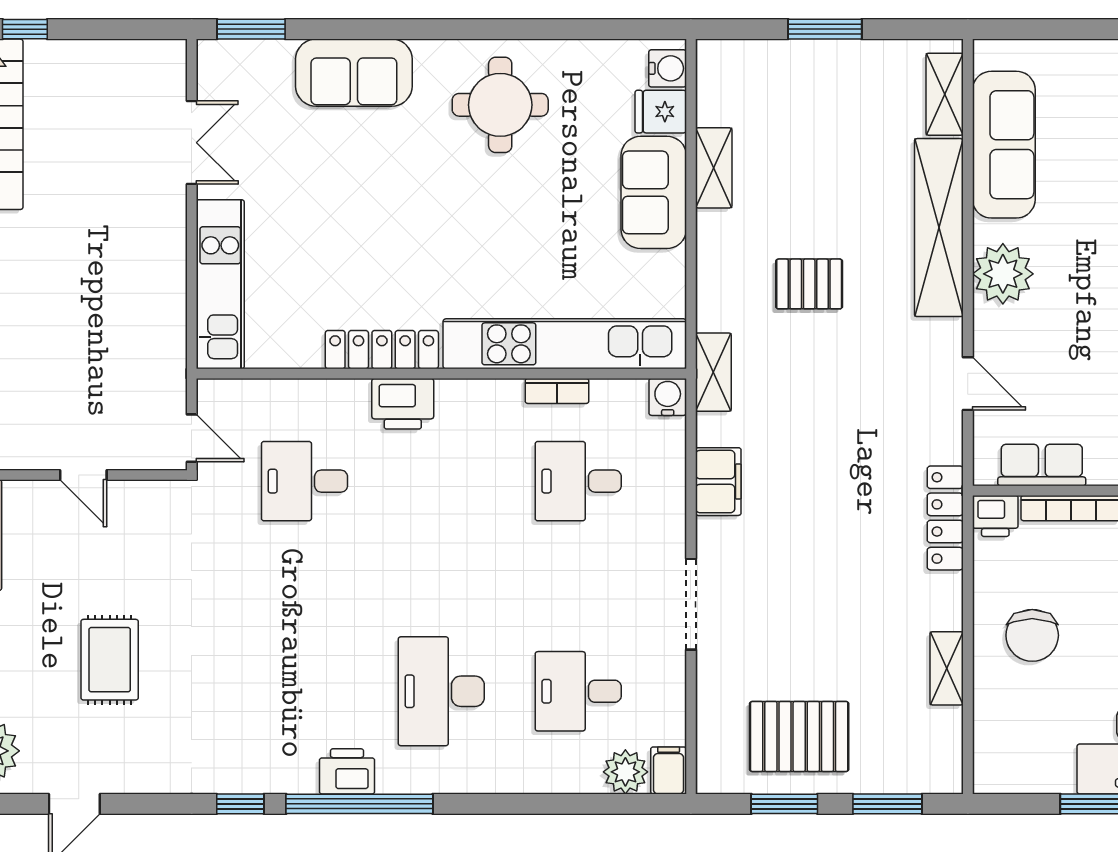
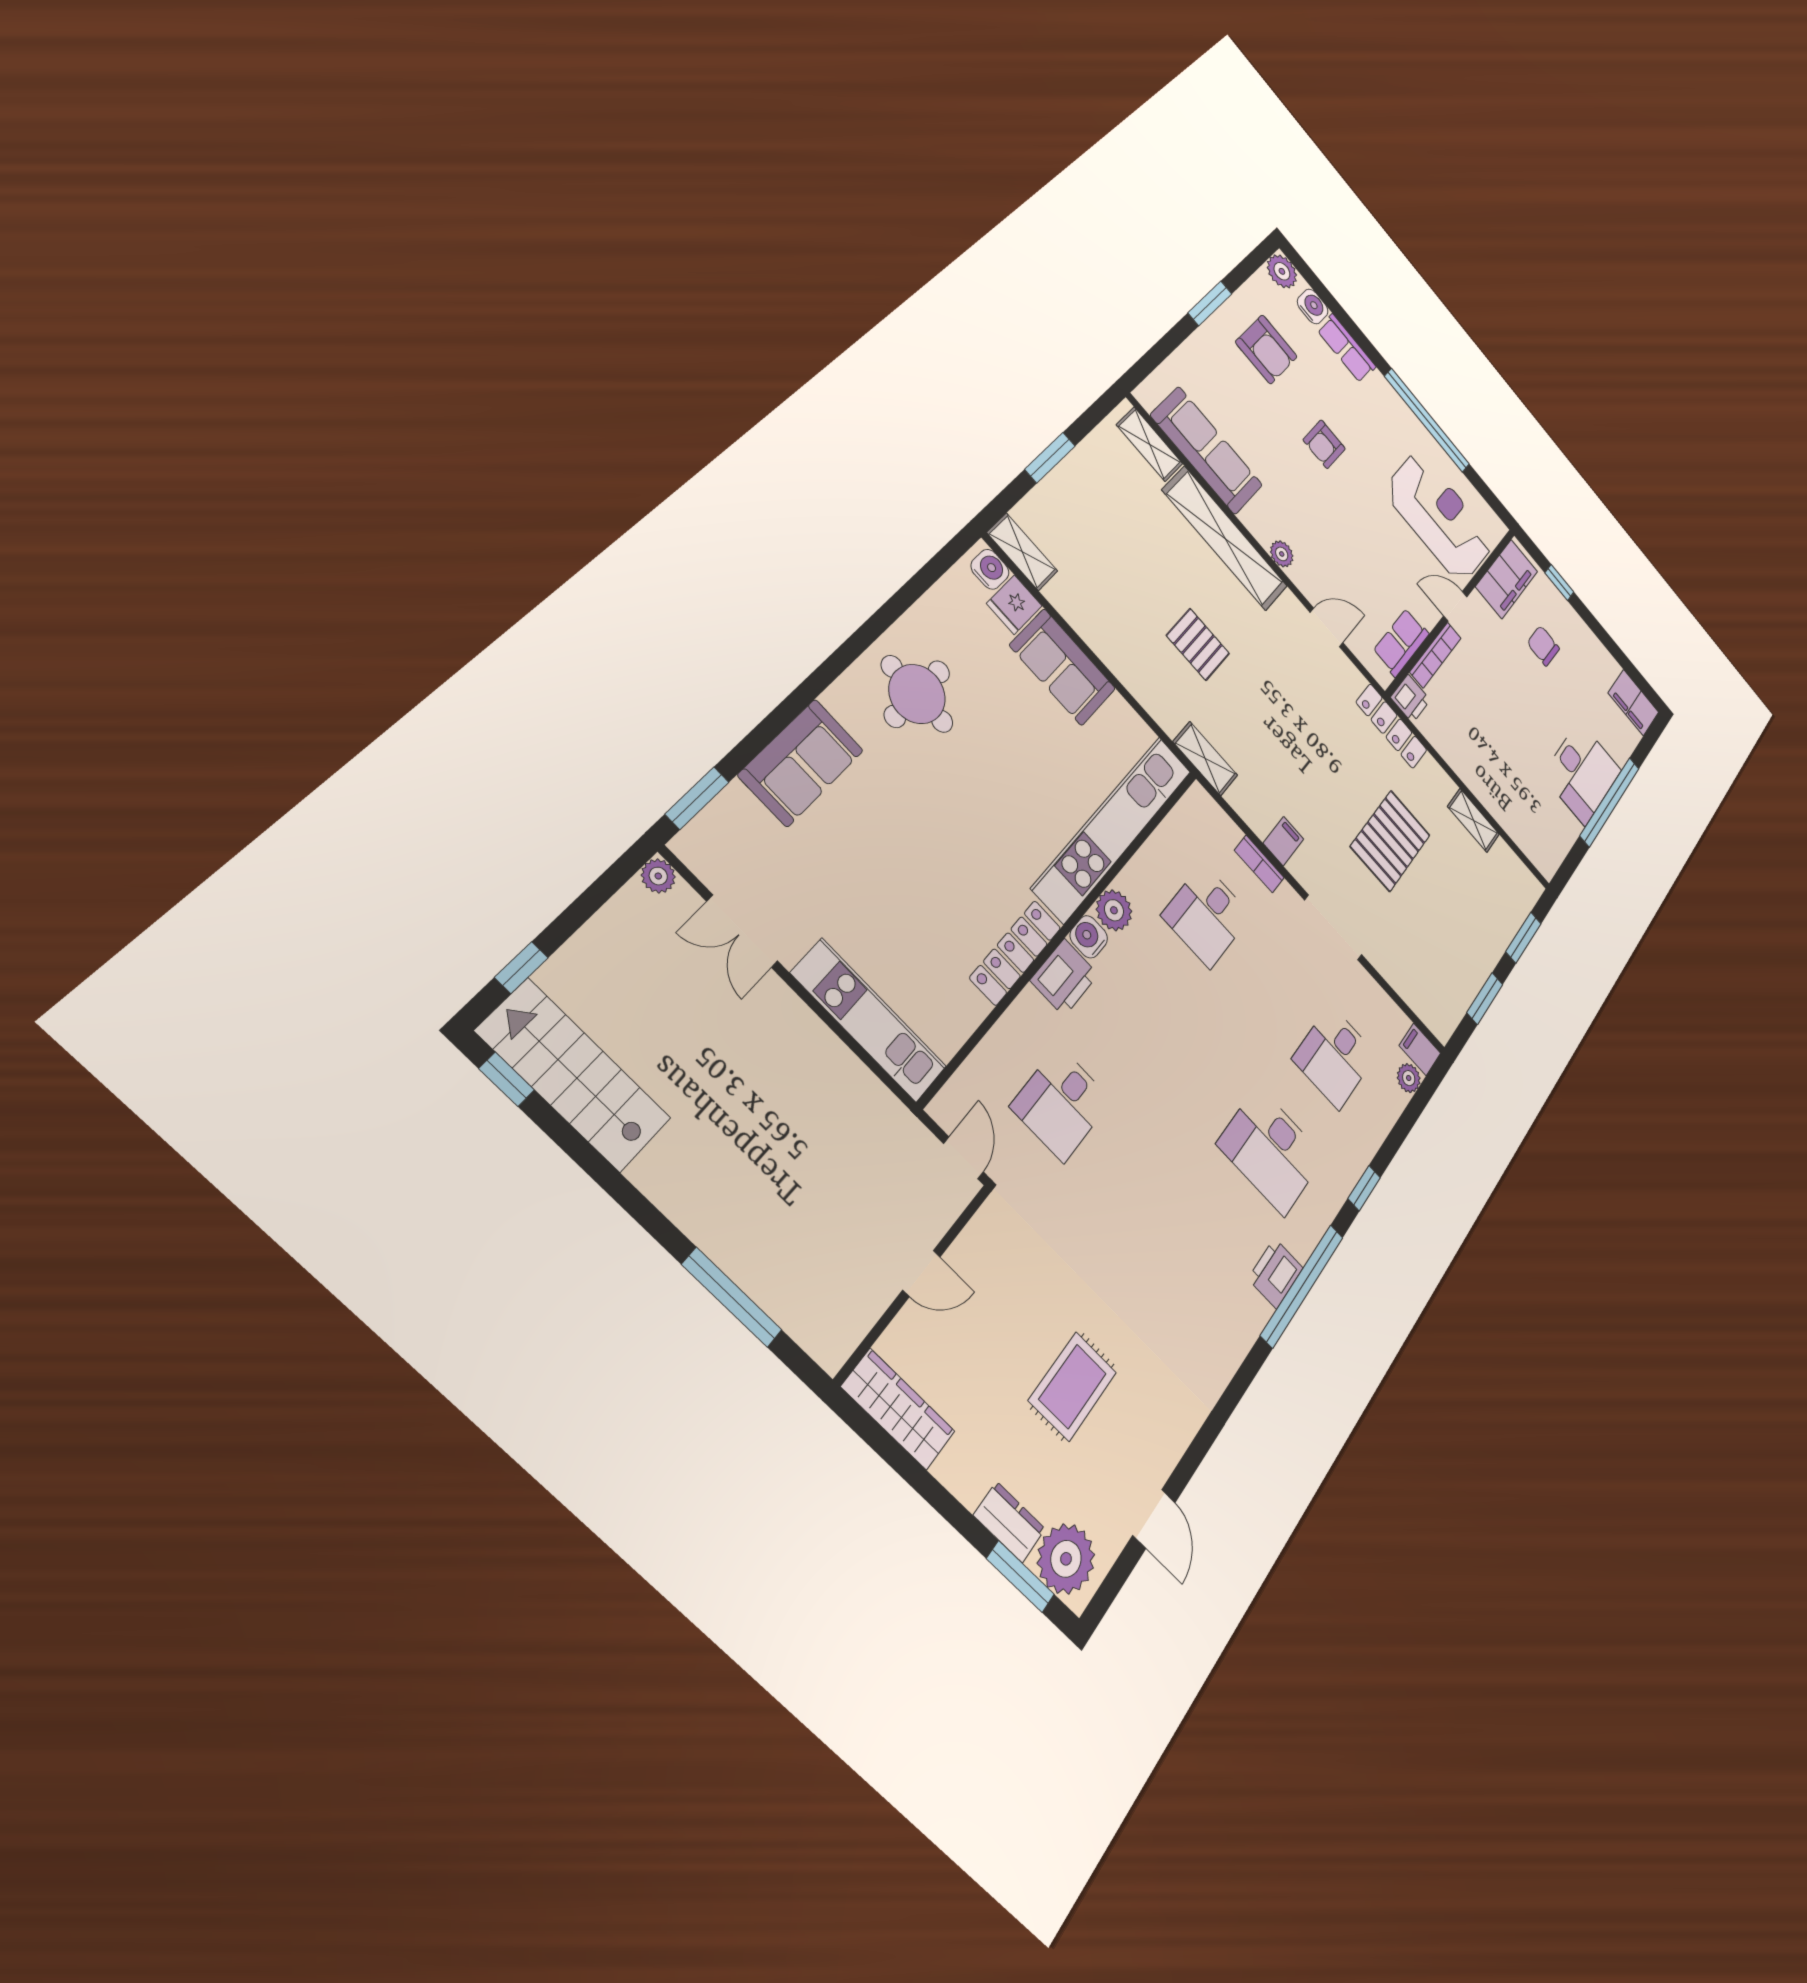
plant: (171, 55) -> (658, 876), added
double door: (192, 143) -> (742, 931), swing flipped
shelving: (714, 168) -> (1022, 552), moved
plant: (1003, 274) -> (1282, 554), width x0.53, depth x0.53
pallet: (809, 284) -> (1198, 644), turned 90
bookcase: (557, 391) -> (1259, 864), moved, turned 90
water cooler: (668, 397) -> (1089, 937), moved
plant: (498, 400) -> (1114, 910), added
door: (192, 438) -> (963, 1158), hinge flipped
filing cabinet: (718, 482) -> (1283, 841), width x0.50
chair: (1032, 635) -> (1488, 754), removed
rug: (110, 660) -> (1073, 1386), turned 90
pallet: (799, 736) -> (1390, 841), moved
plant: (625, 772) -> (1409, 1078), width x0.73, depth x0.73
window: (240, 804) -> (1364, 1188), moved

